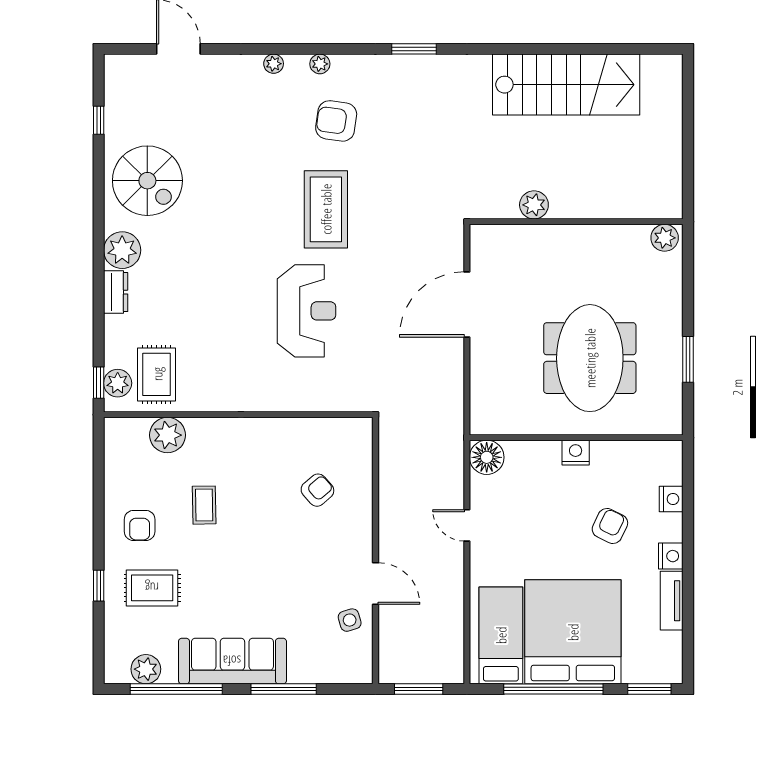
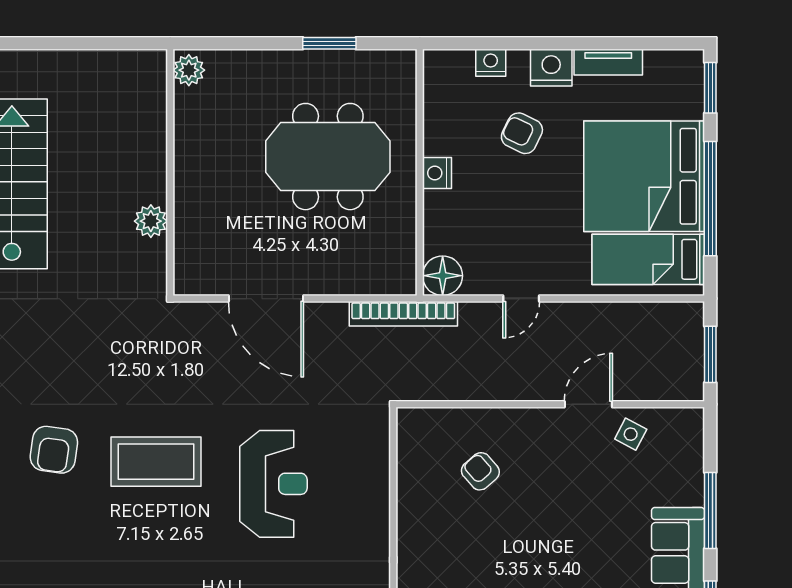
reception desk: (307, 311) -> (273, 484), turned 90
bookcase: (454, 423) -> (403, 314), added
nightstand: (671, 556) -> (551, 68), width x1.36, depth x1.33
side table: (350, 620) -> (631, 434), turned 45

